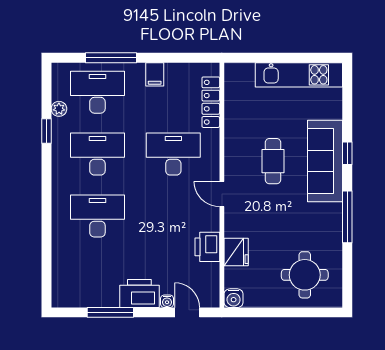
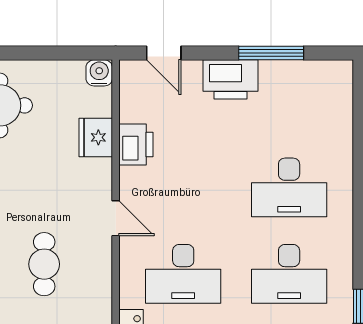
water cooler: (167, 301) -> (192, 69), removed

